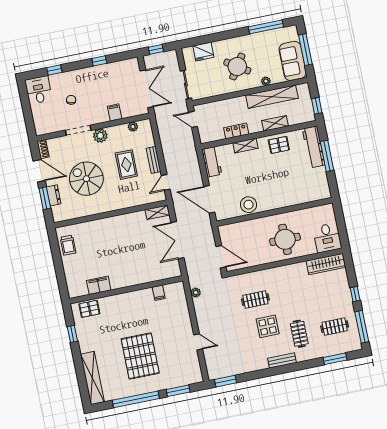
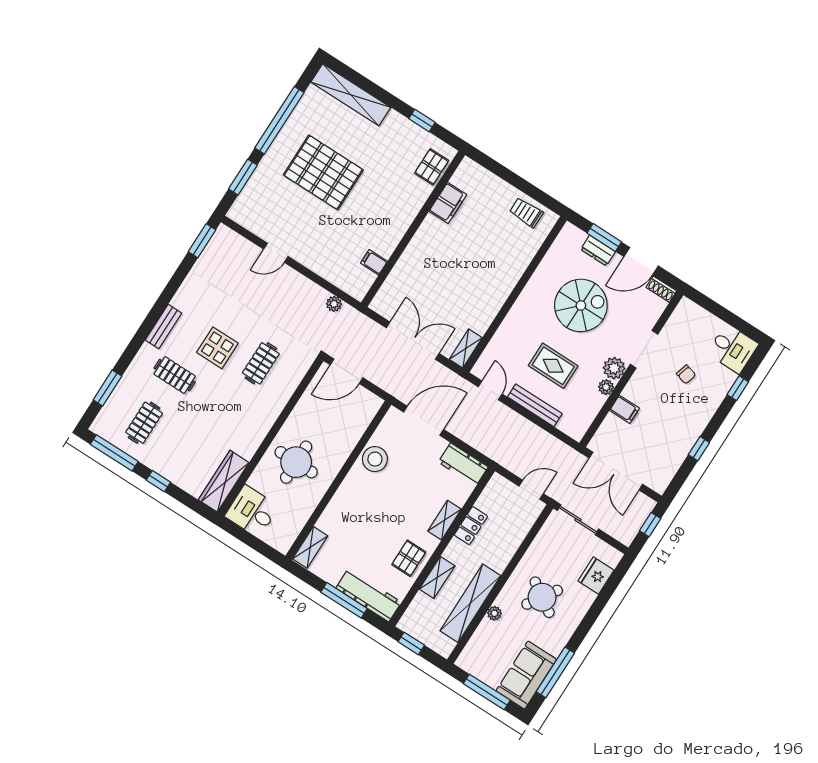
sofa: (293, 61) -> (526, 675), moved, turned -90
plant: (133, 127) -> (606, 387), moved
bench: (154, 160) -> (535, 405), width x1.36
shelving: (318, 195) -> (310, 547), added

